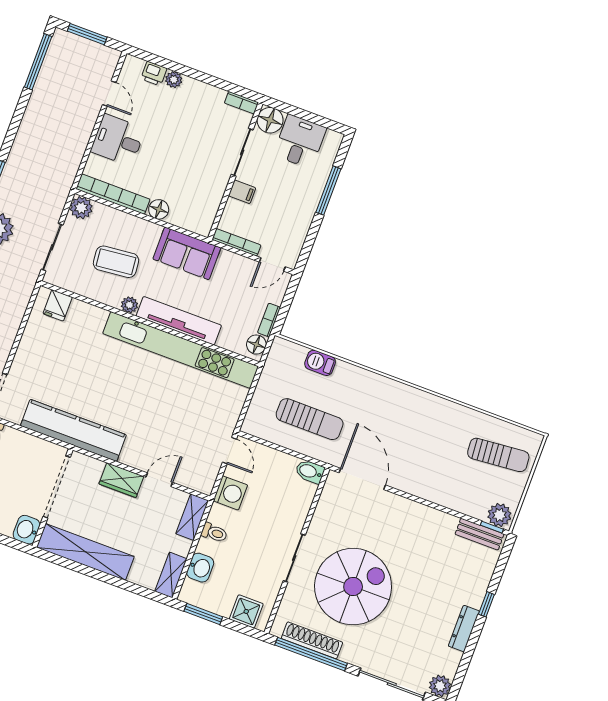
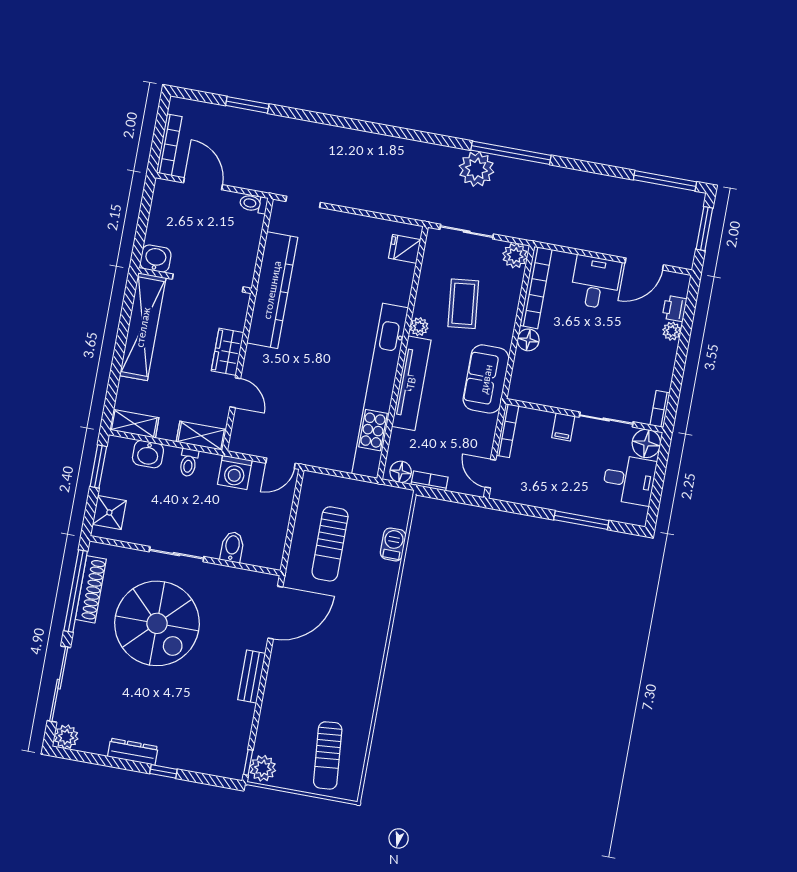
door: (109, 94) -> (644, 264), width x1.38
bidet: (310, 472) -> (232, 547), moved
bench: (480, 534) -> (252, 677), moved

